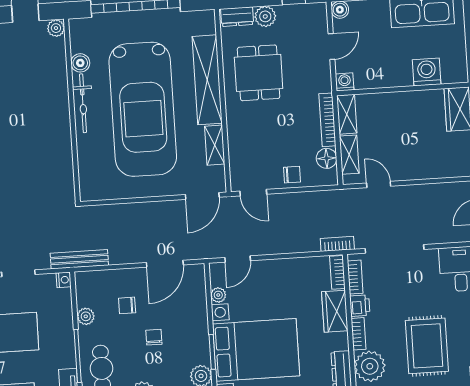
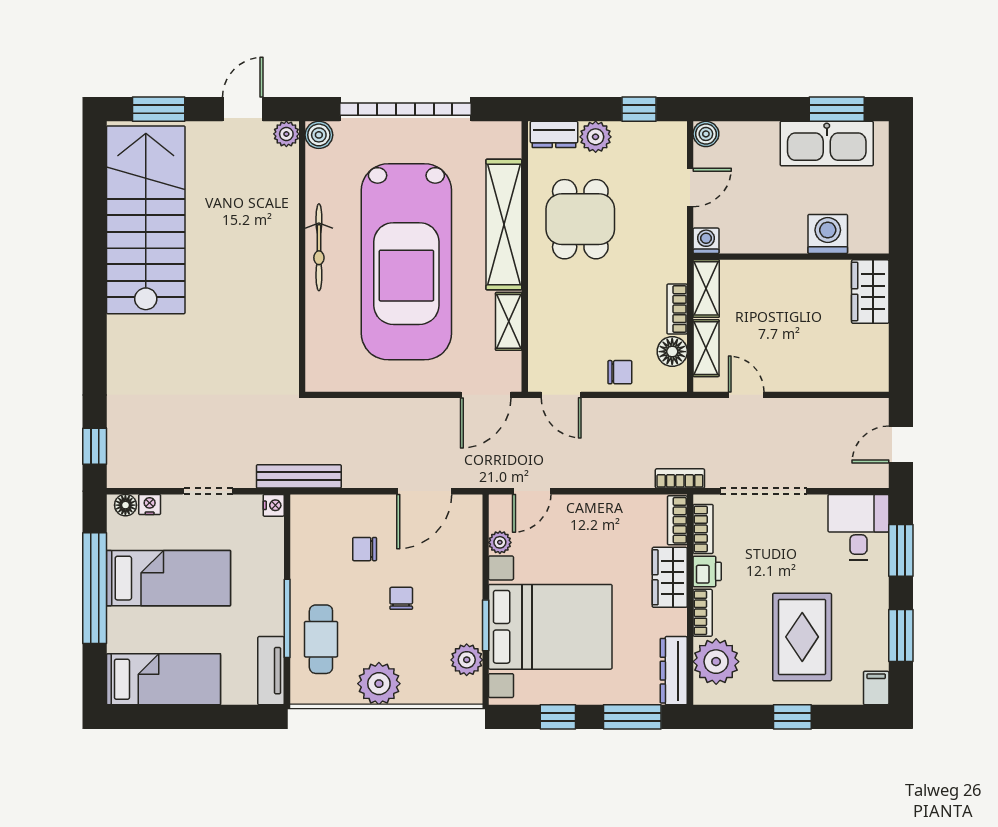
boiler: (80, 63) -> (319, 135), moved
bookcase: (327, 120) -> (677, 309), width x0.64
plant: (86, 316) -> (303, 561), removed

